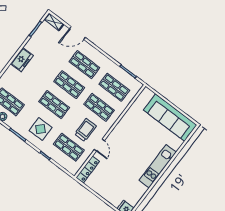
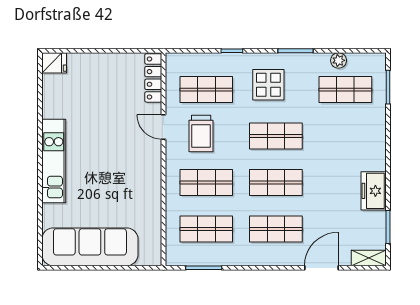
freezer: (22, 60) -> (374, 191), moved

